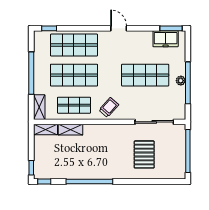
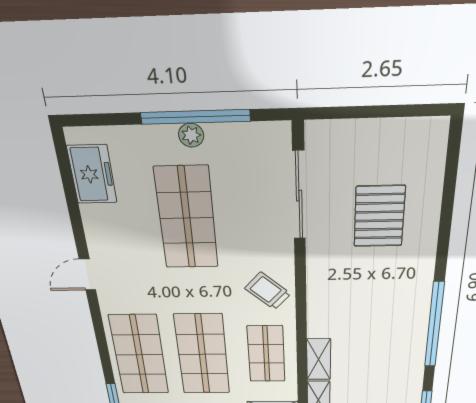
window: (171, 28) -> (64, 162), removed
window: (188, 151) -> (375, 112), removed
pallet: (144, 154) -> (379, 216), turned 90

